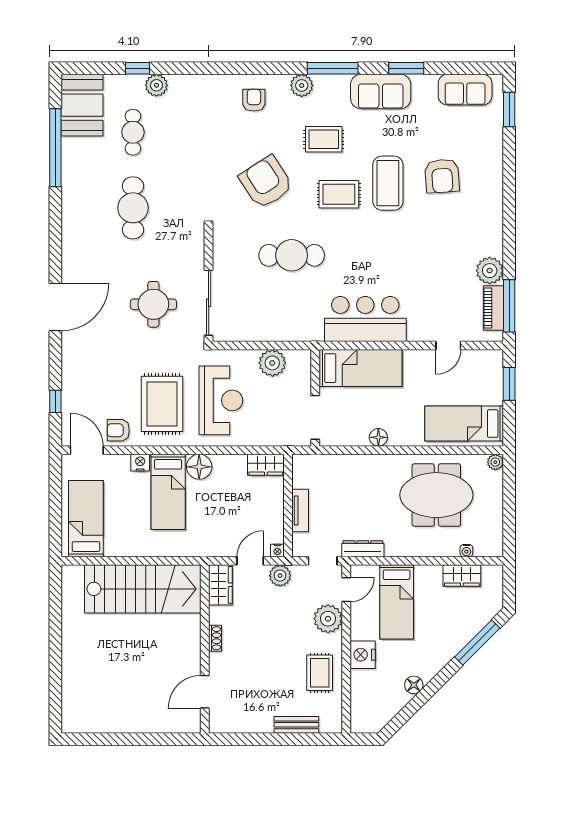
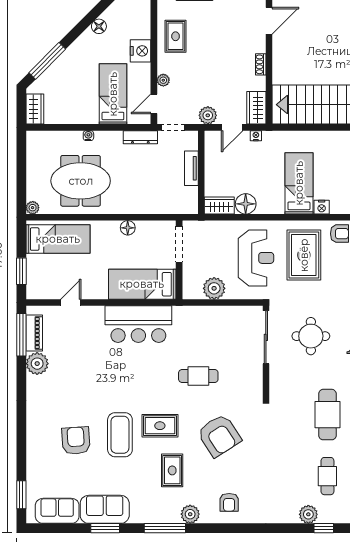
sofa: (381, 91) -> (105, 509), moved
rug: (324, 139) -> (172, 470), turned 90
cafe table: (292, 255) -> (198, 376), width x0.73, depth x0.74
reception desk: (221, 400) -> (256, 258), turned 180
floor lamp: (199, 467) -> (246, 204), moved
nightstand: (277, 550) -> (256, 136), moved
water cooler: (466, 551) -> (88, 136), moved
wardrobe: (462, 575) -> (35, 109), moved, turned 90
plant: (328, 619) -> (163, 80), width x0.53, depth x0.53

